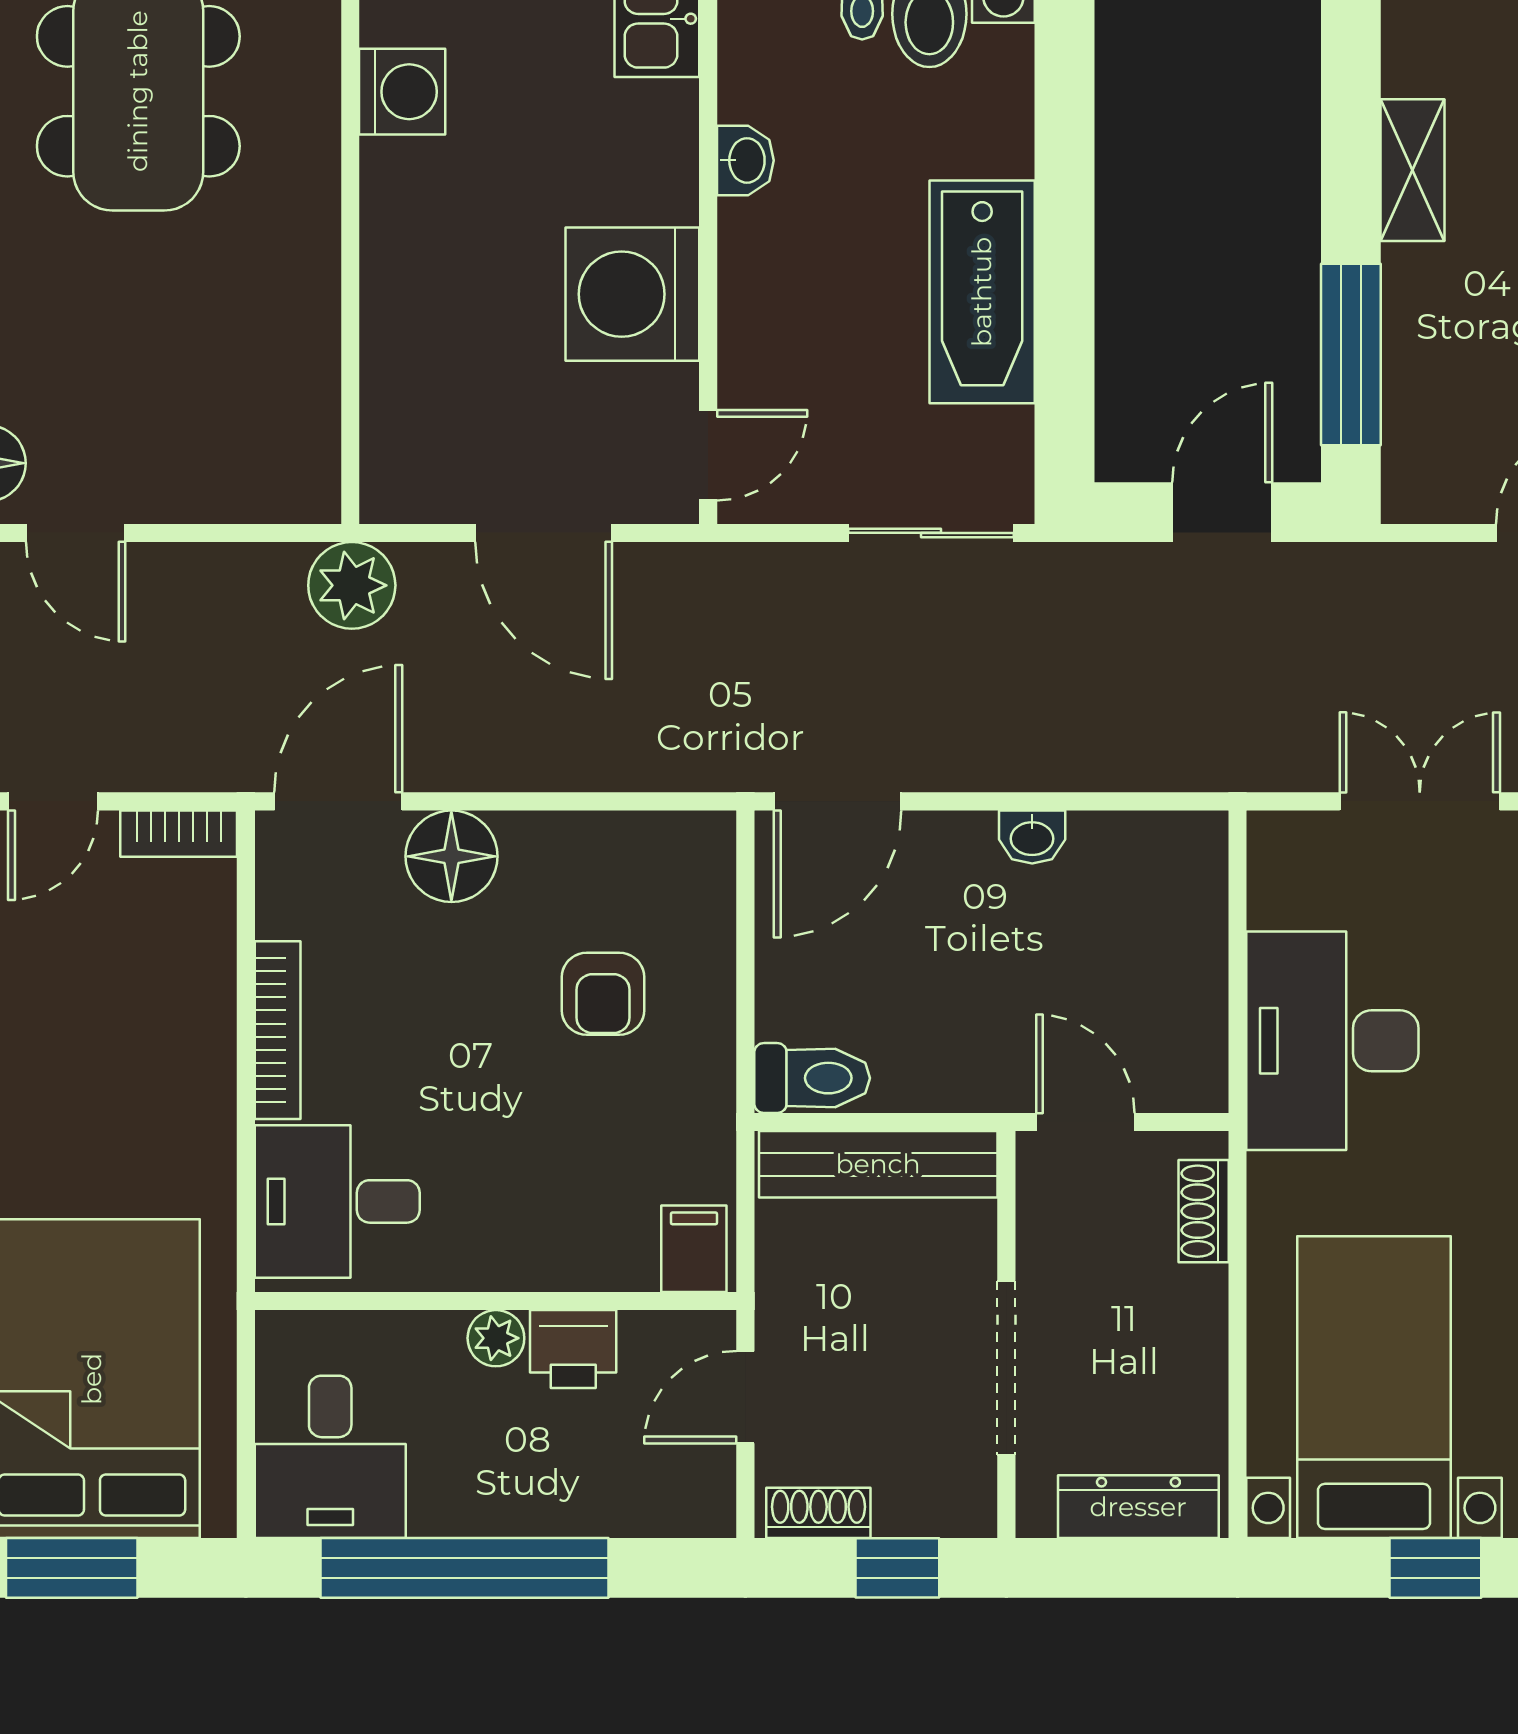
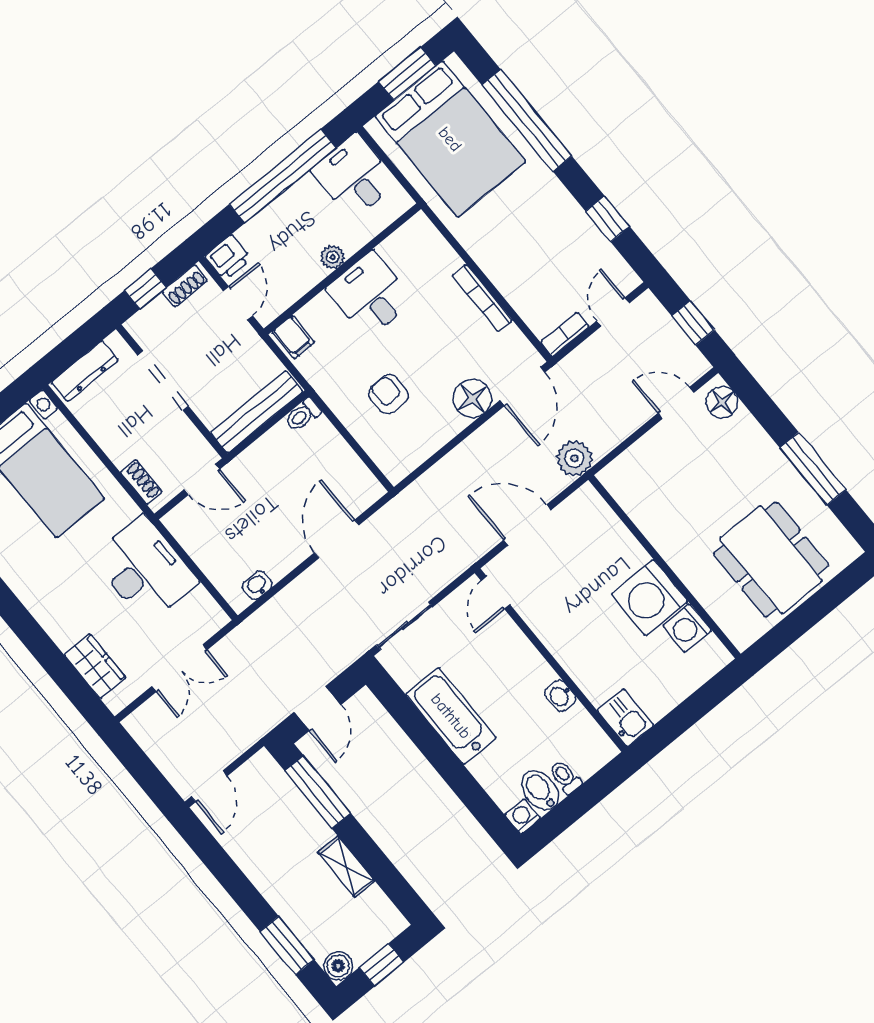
washing machine: (632, 294) -> (649, 598), moved, turned 180
door: (838, 801) -> (337, 539), moved
washbasin: (1032, 837) -> (257, 585), moved
toilet: (812, 1078) -> (303, 415), width x0.73, depth x0.72
desk: (337, 1201) -> (370, 295), moved, turned -90
printer: (573, 1349) -> (228, 258), moved, turned 180

